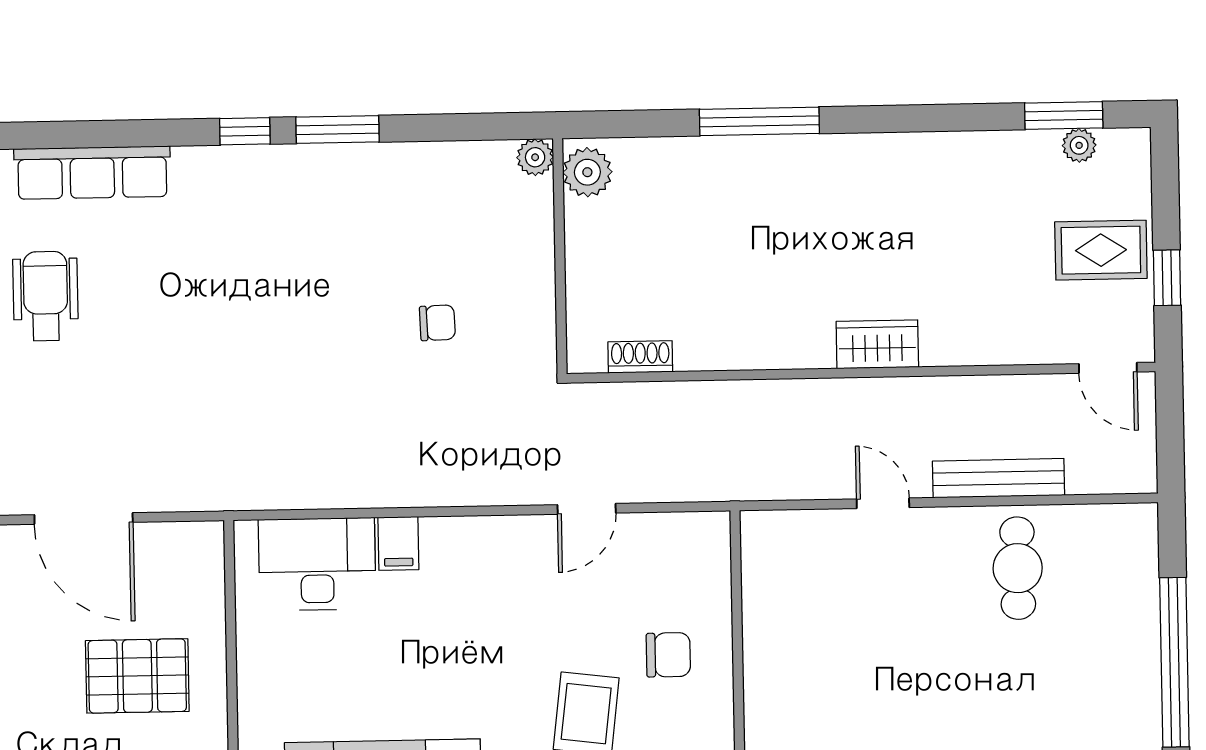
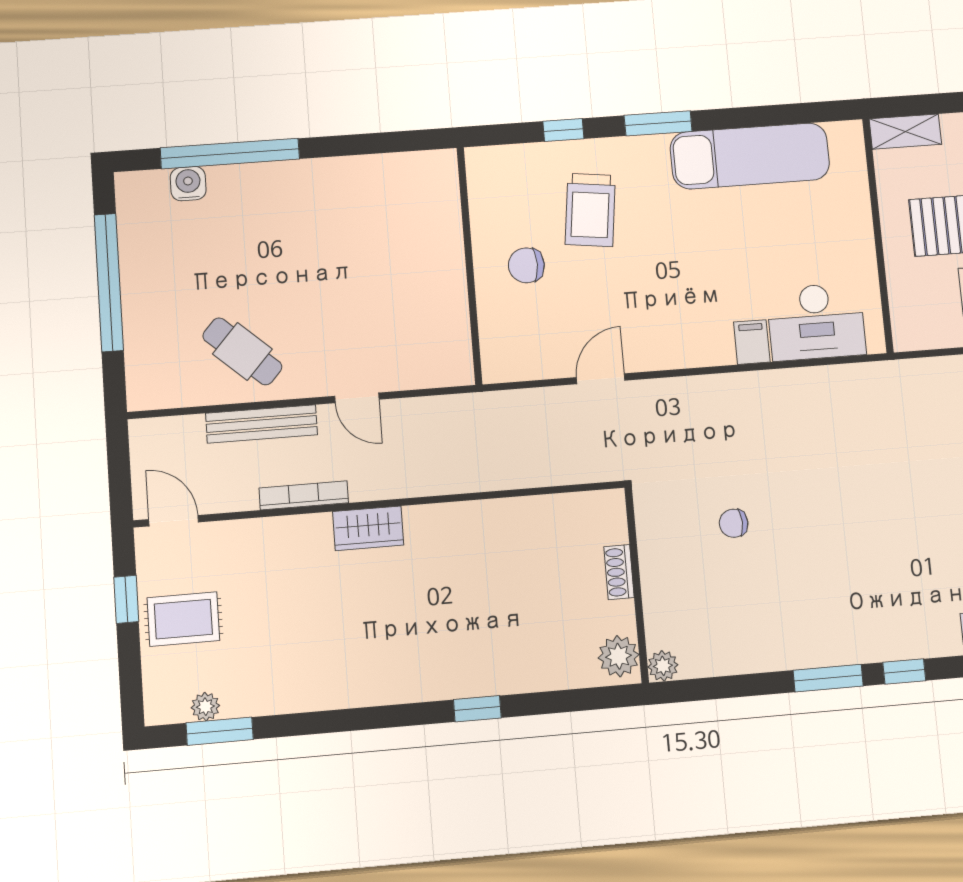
window: (759, 121) -> (477, 709), width x0.46
shoe rack: (640, 357) -> (619, 572), moved, turned 90
bookcase: (952, 389) -> (304, 495), added
cafe table: (1018, 568) -> (242, 351), turned -48

